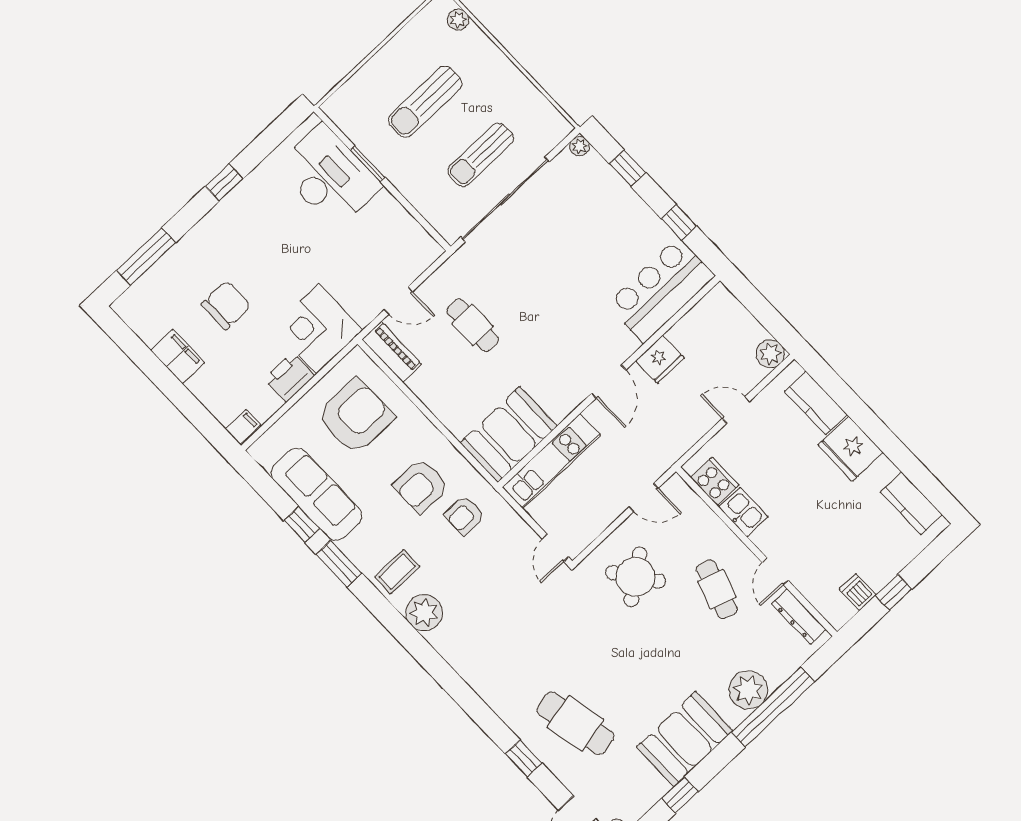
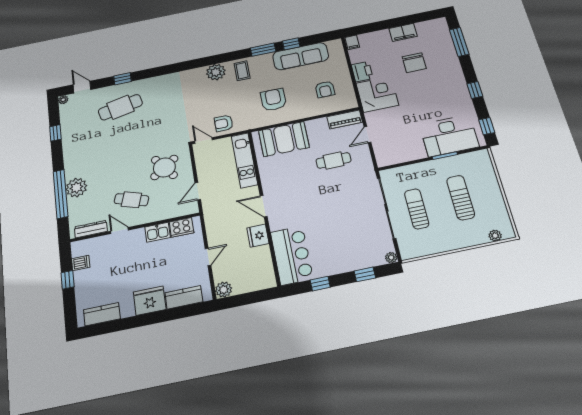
window: (280, 130) -> (487, 126), added
armchair: (356, 416) -> (325, 89), width x0.53, depth x0.53
booth: (509, 435) -> (284, 139), moved, turned 90
armchair: (464, 515) -> (224, 123), moved, turned -90
booth: (685, 739) -> (77, 148), removed

